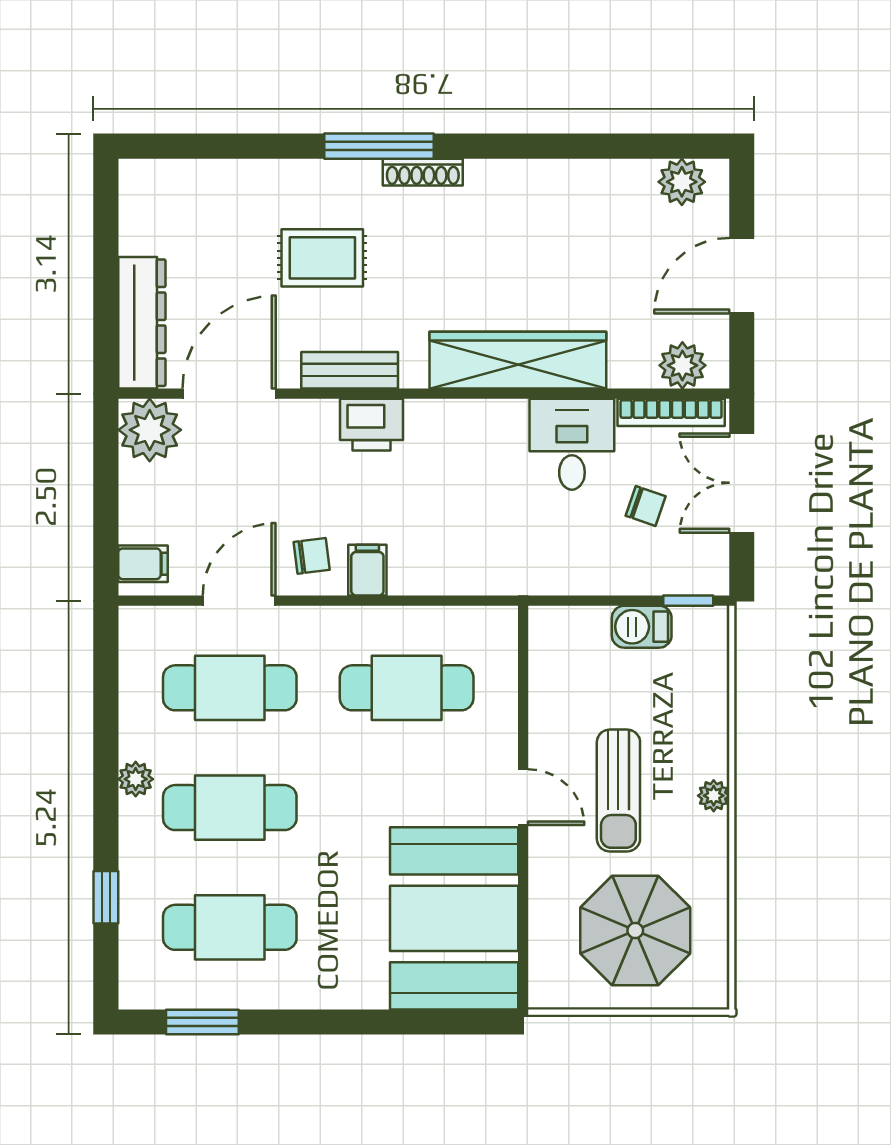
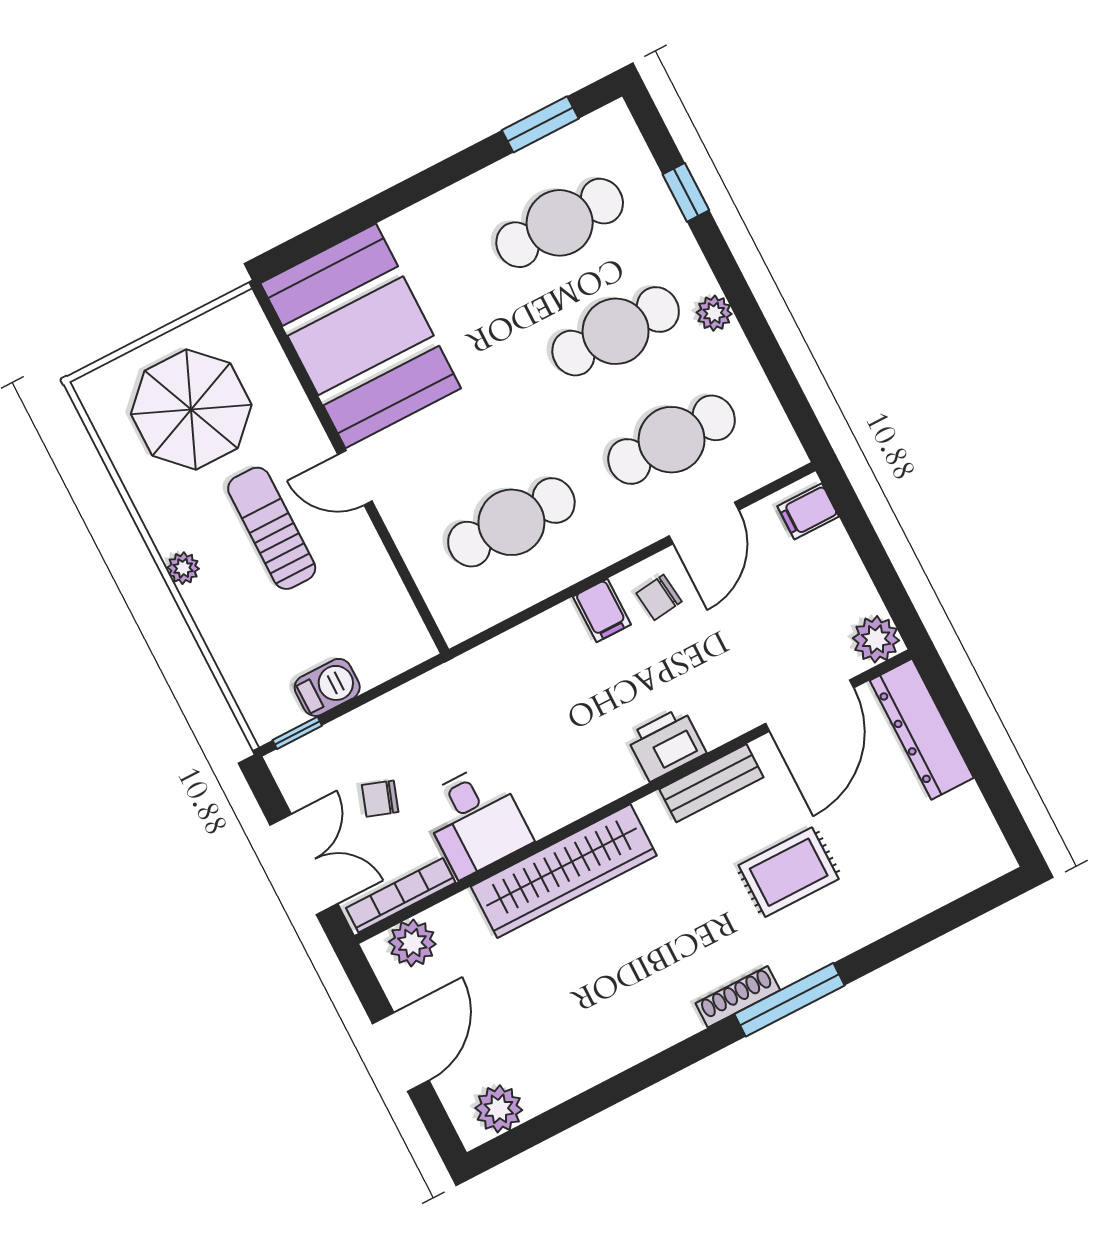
plant: (150, 430) -> (876, 639), width x0.73, depth x0.73

